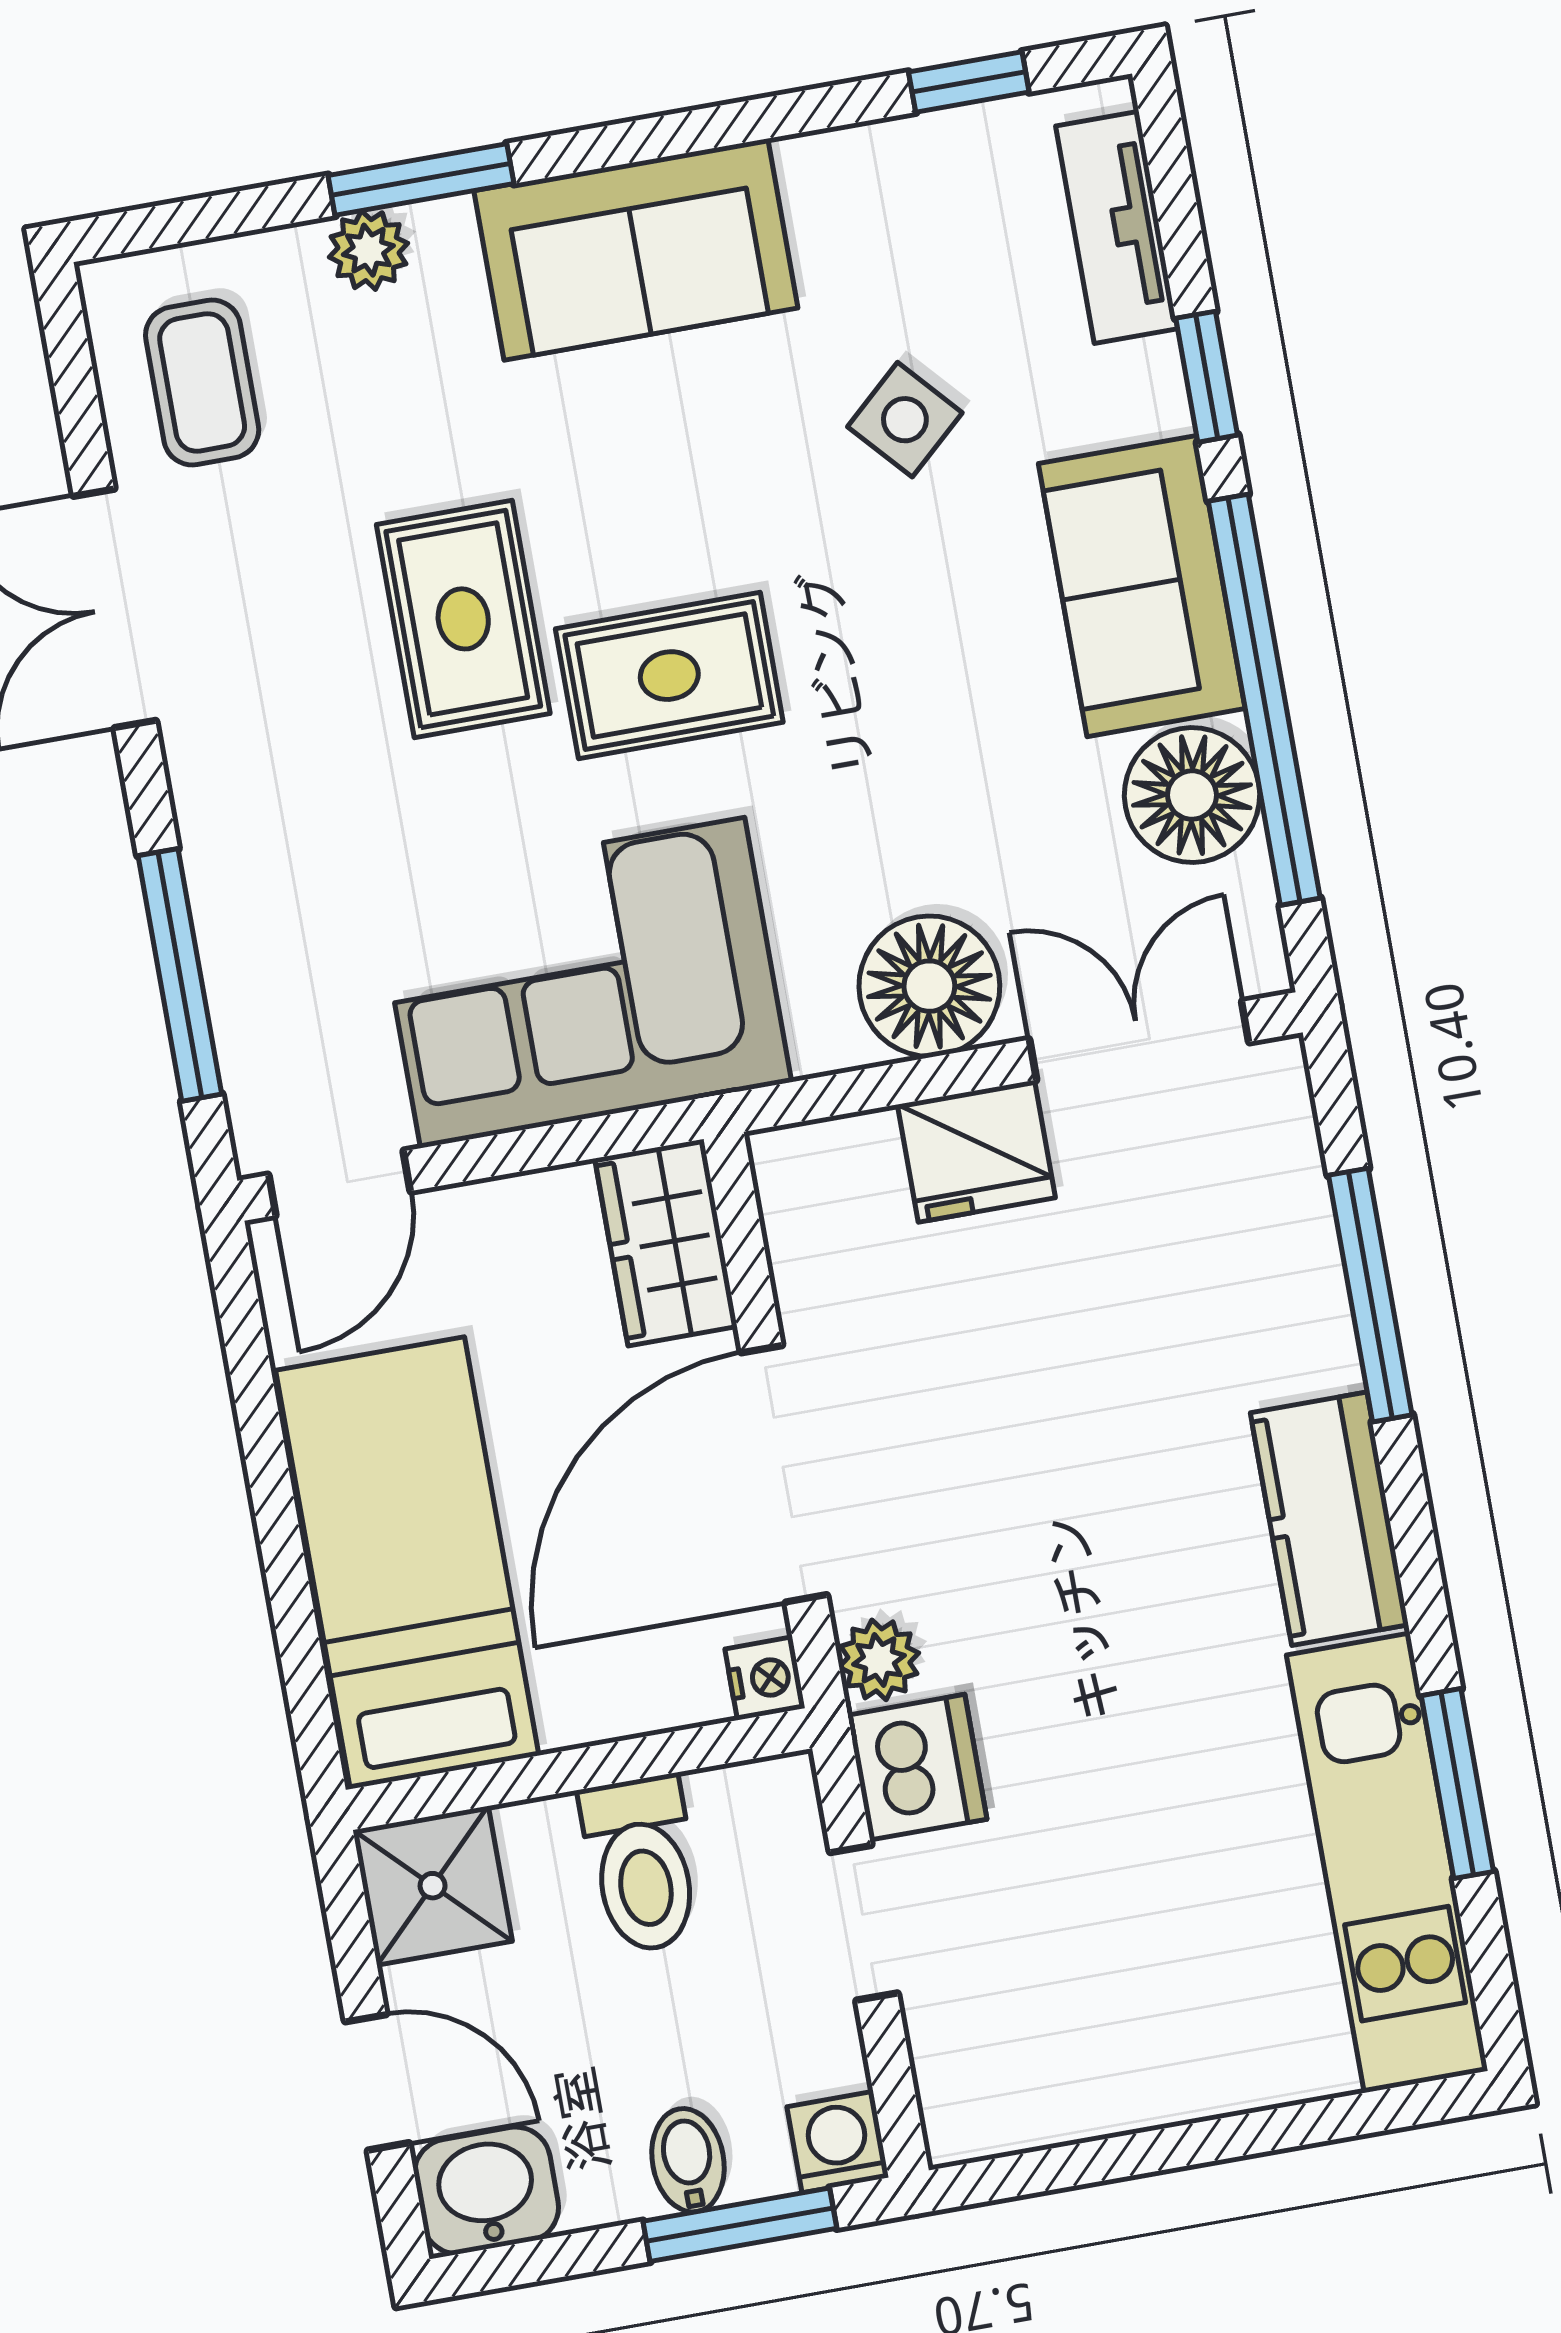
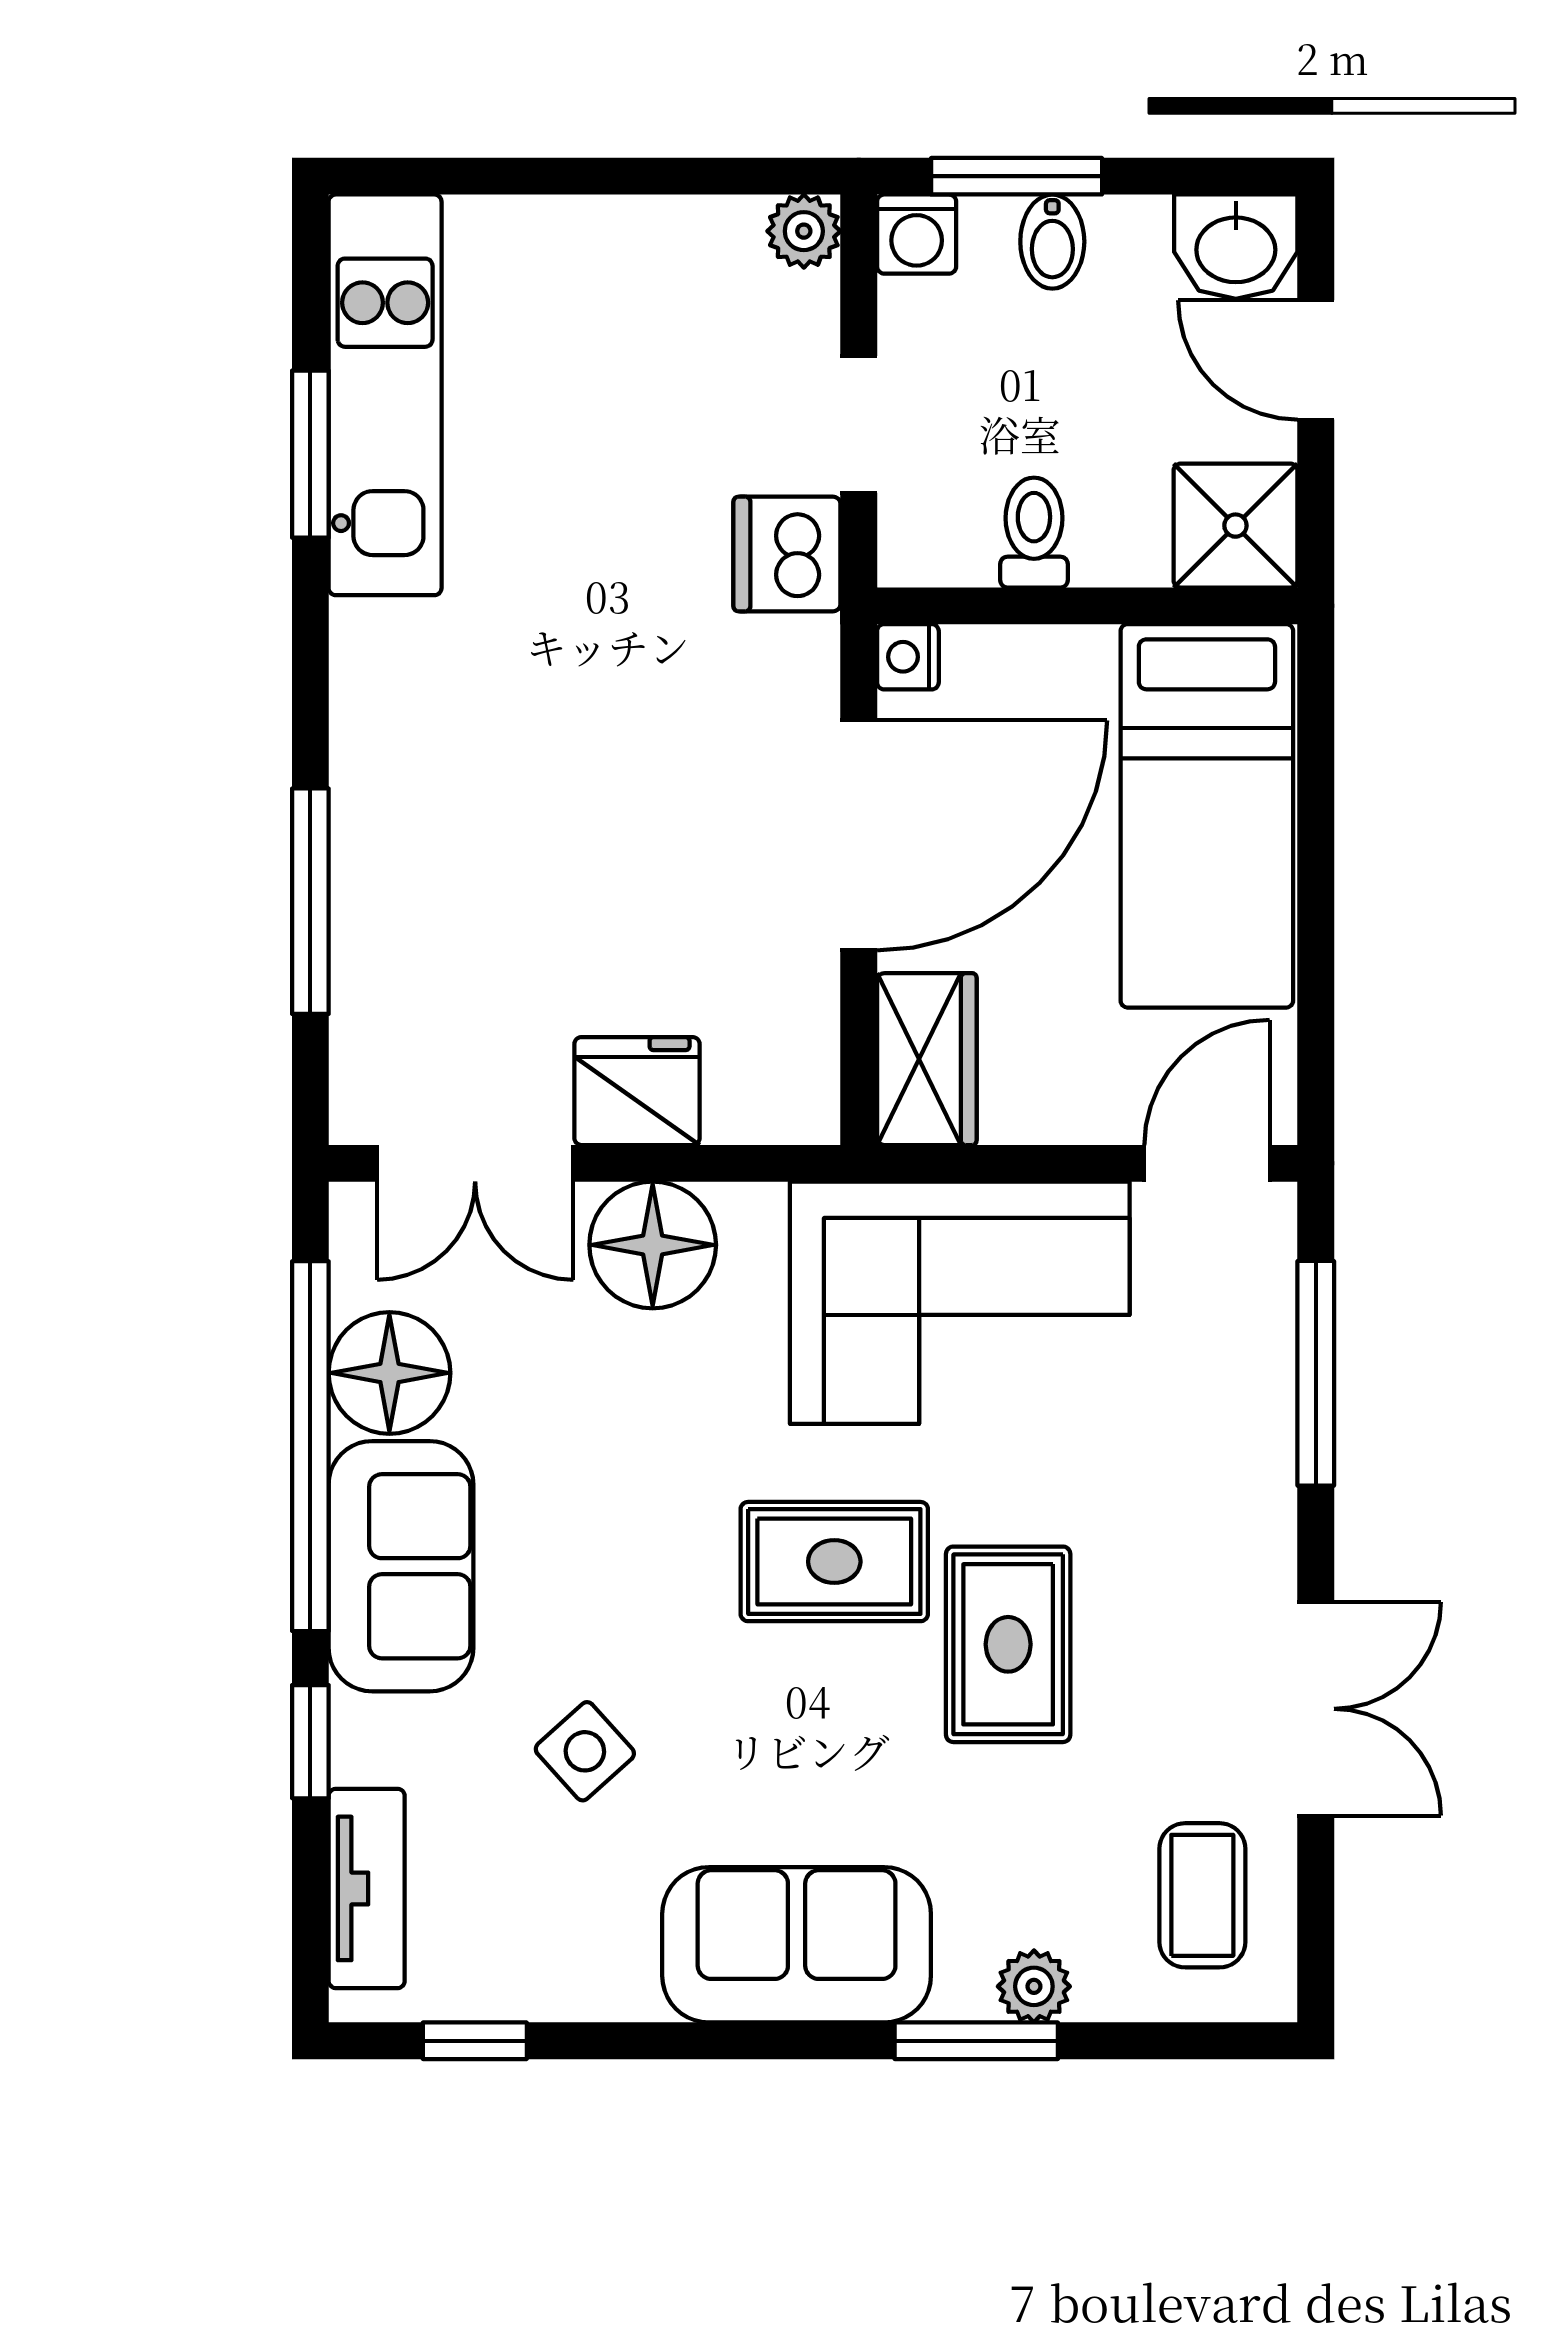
kitchen counter: (1329, 1519) -> (382, 709), removed
plant: (879, 1660) -> (804, 231), moved
toilet: (642, 1864) -> (1034, 533), width x0.73, depth x0.72

